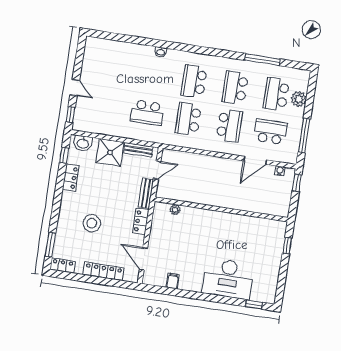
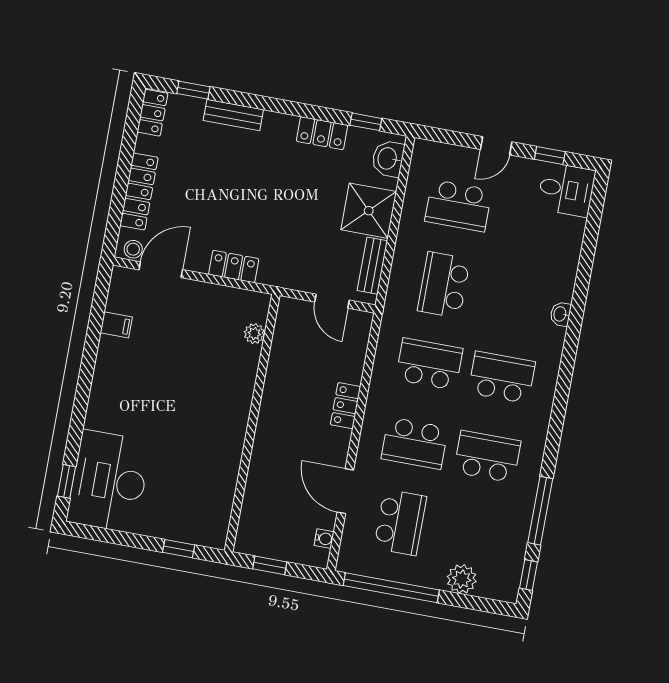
desk: (96, 51) -> (566, 190), added
window: (296, 65) -> (528, 575), added
school desk: (276, 94) -> (458, 206), moved, turned 180
window: (71, 115) -> (550, 156), moved
window: (304, 135) -> (391, 588), width x1.46
locker: (211, 162) -> (346, 406), added
window: (297, 183) -> (270, 565), moved
bench: (146, 193) -> (233, 115), moved
stool: (92, 223) -> (133, 249), moved, width x0.53, depth x0.53
window: (50, 245) -> (193, 90), width x0.67
desk: (228, 279) -> (109, 481), moved

